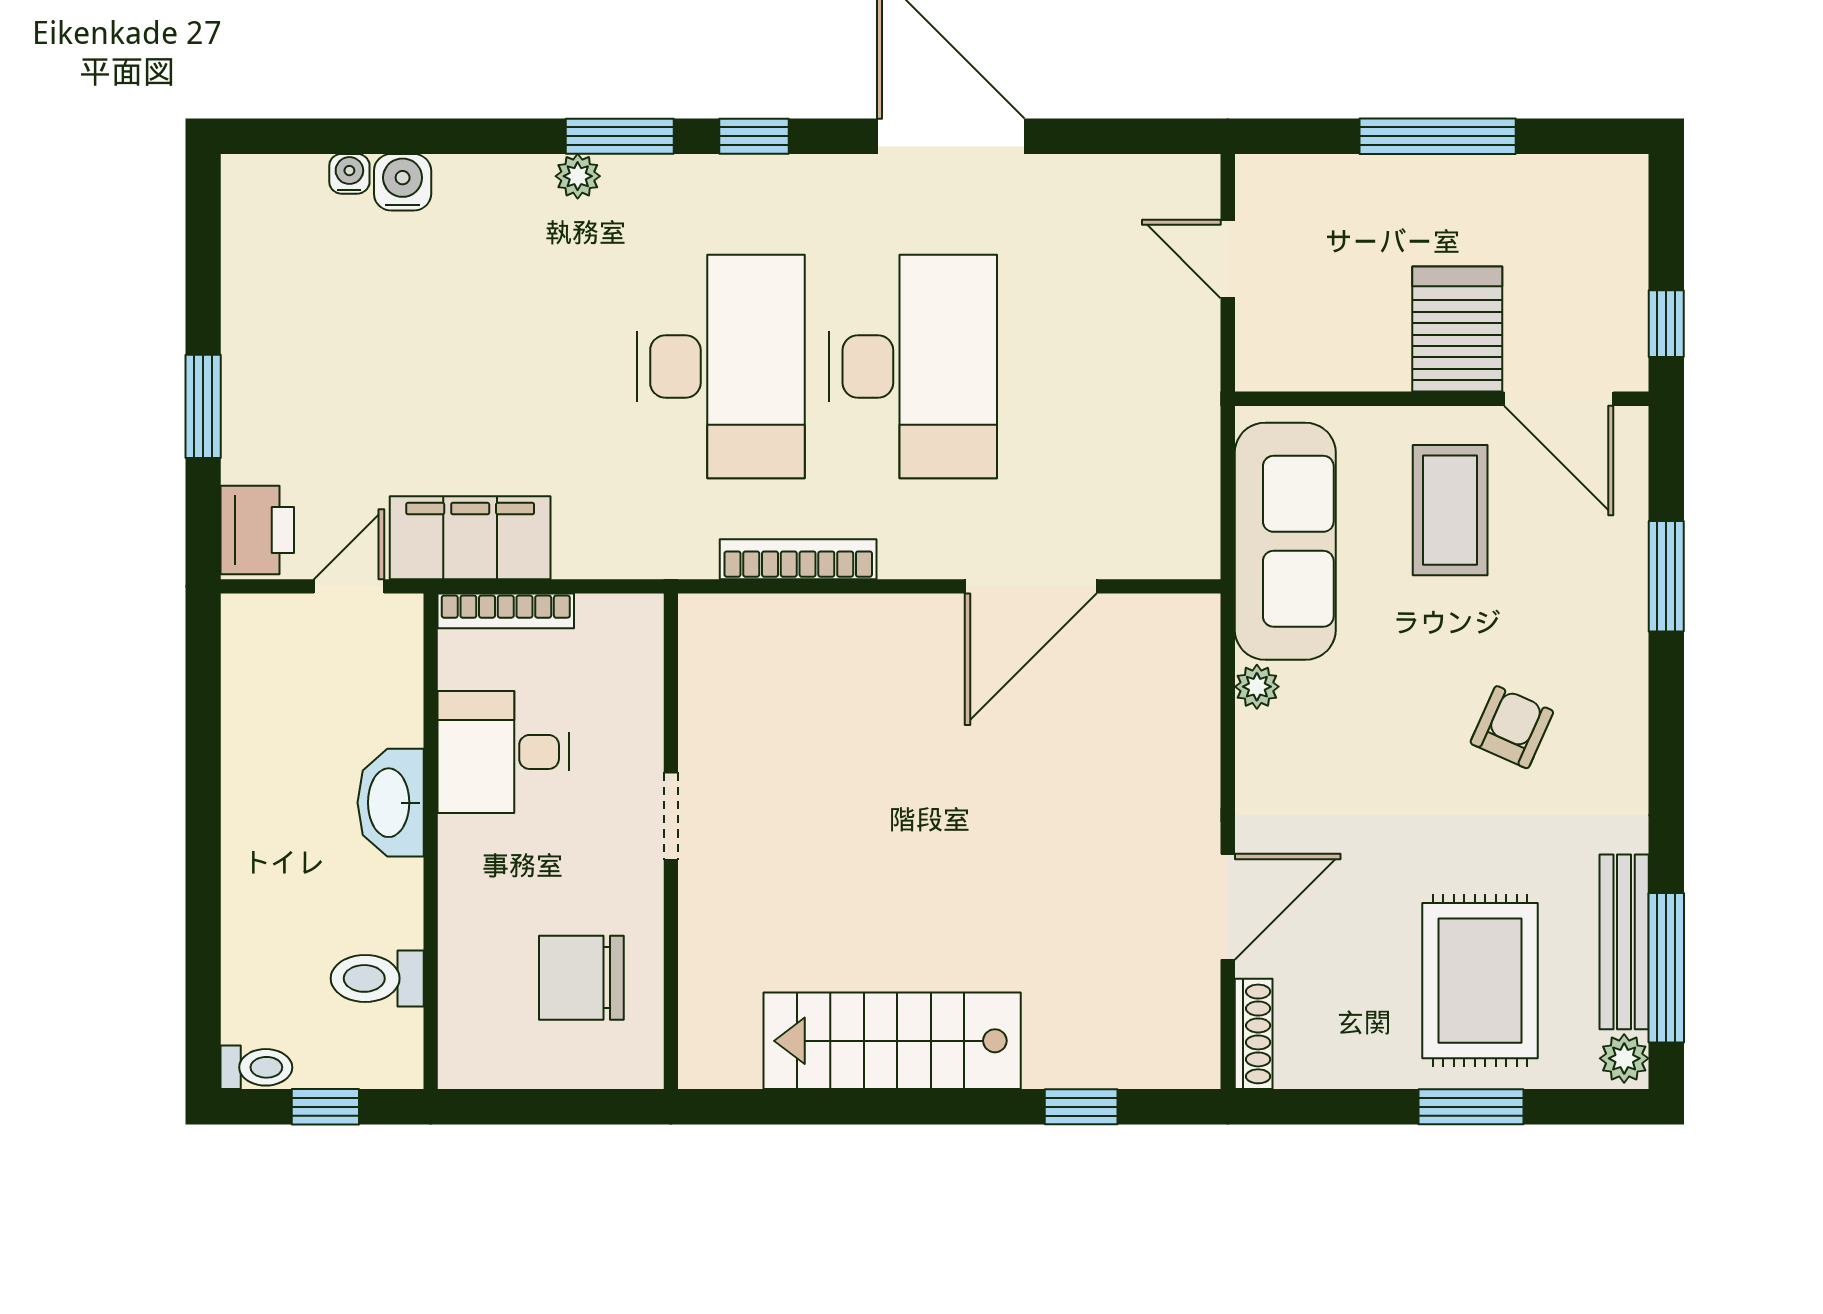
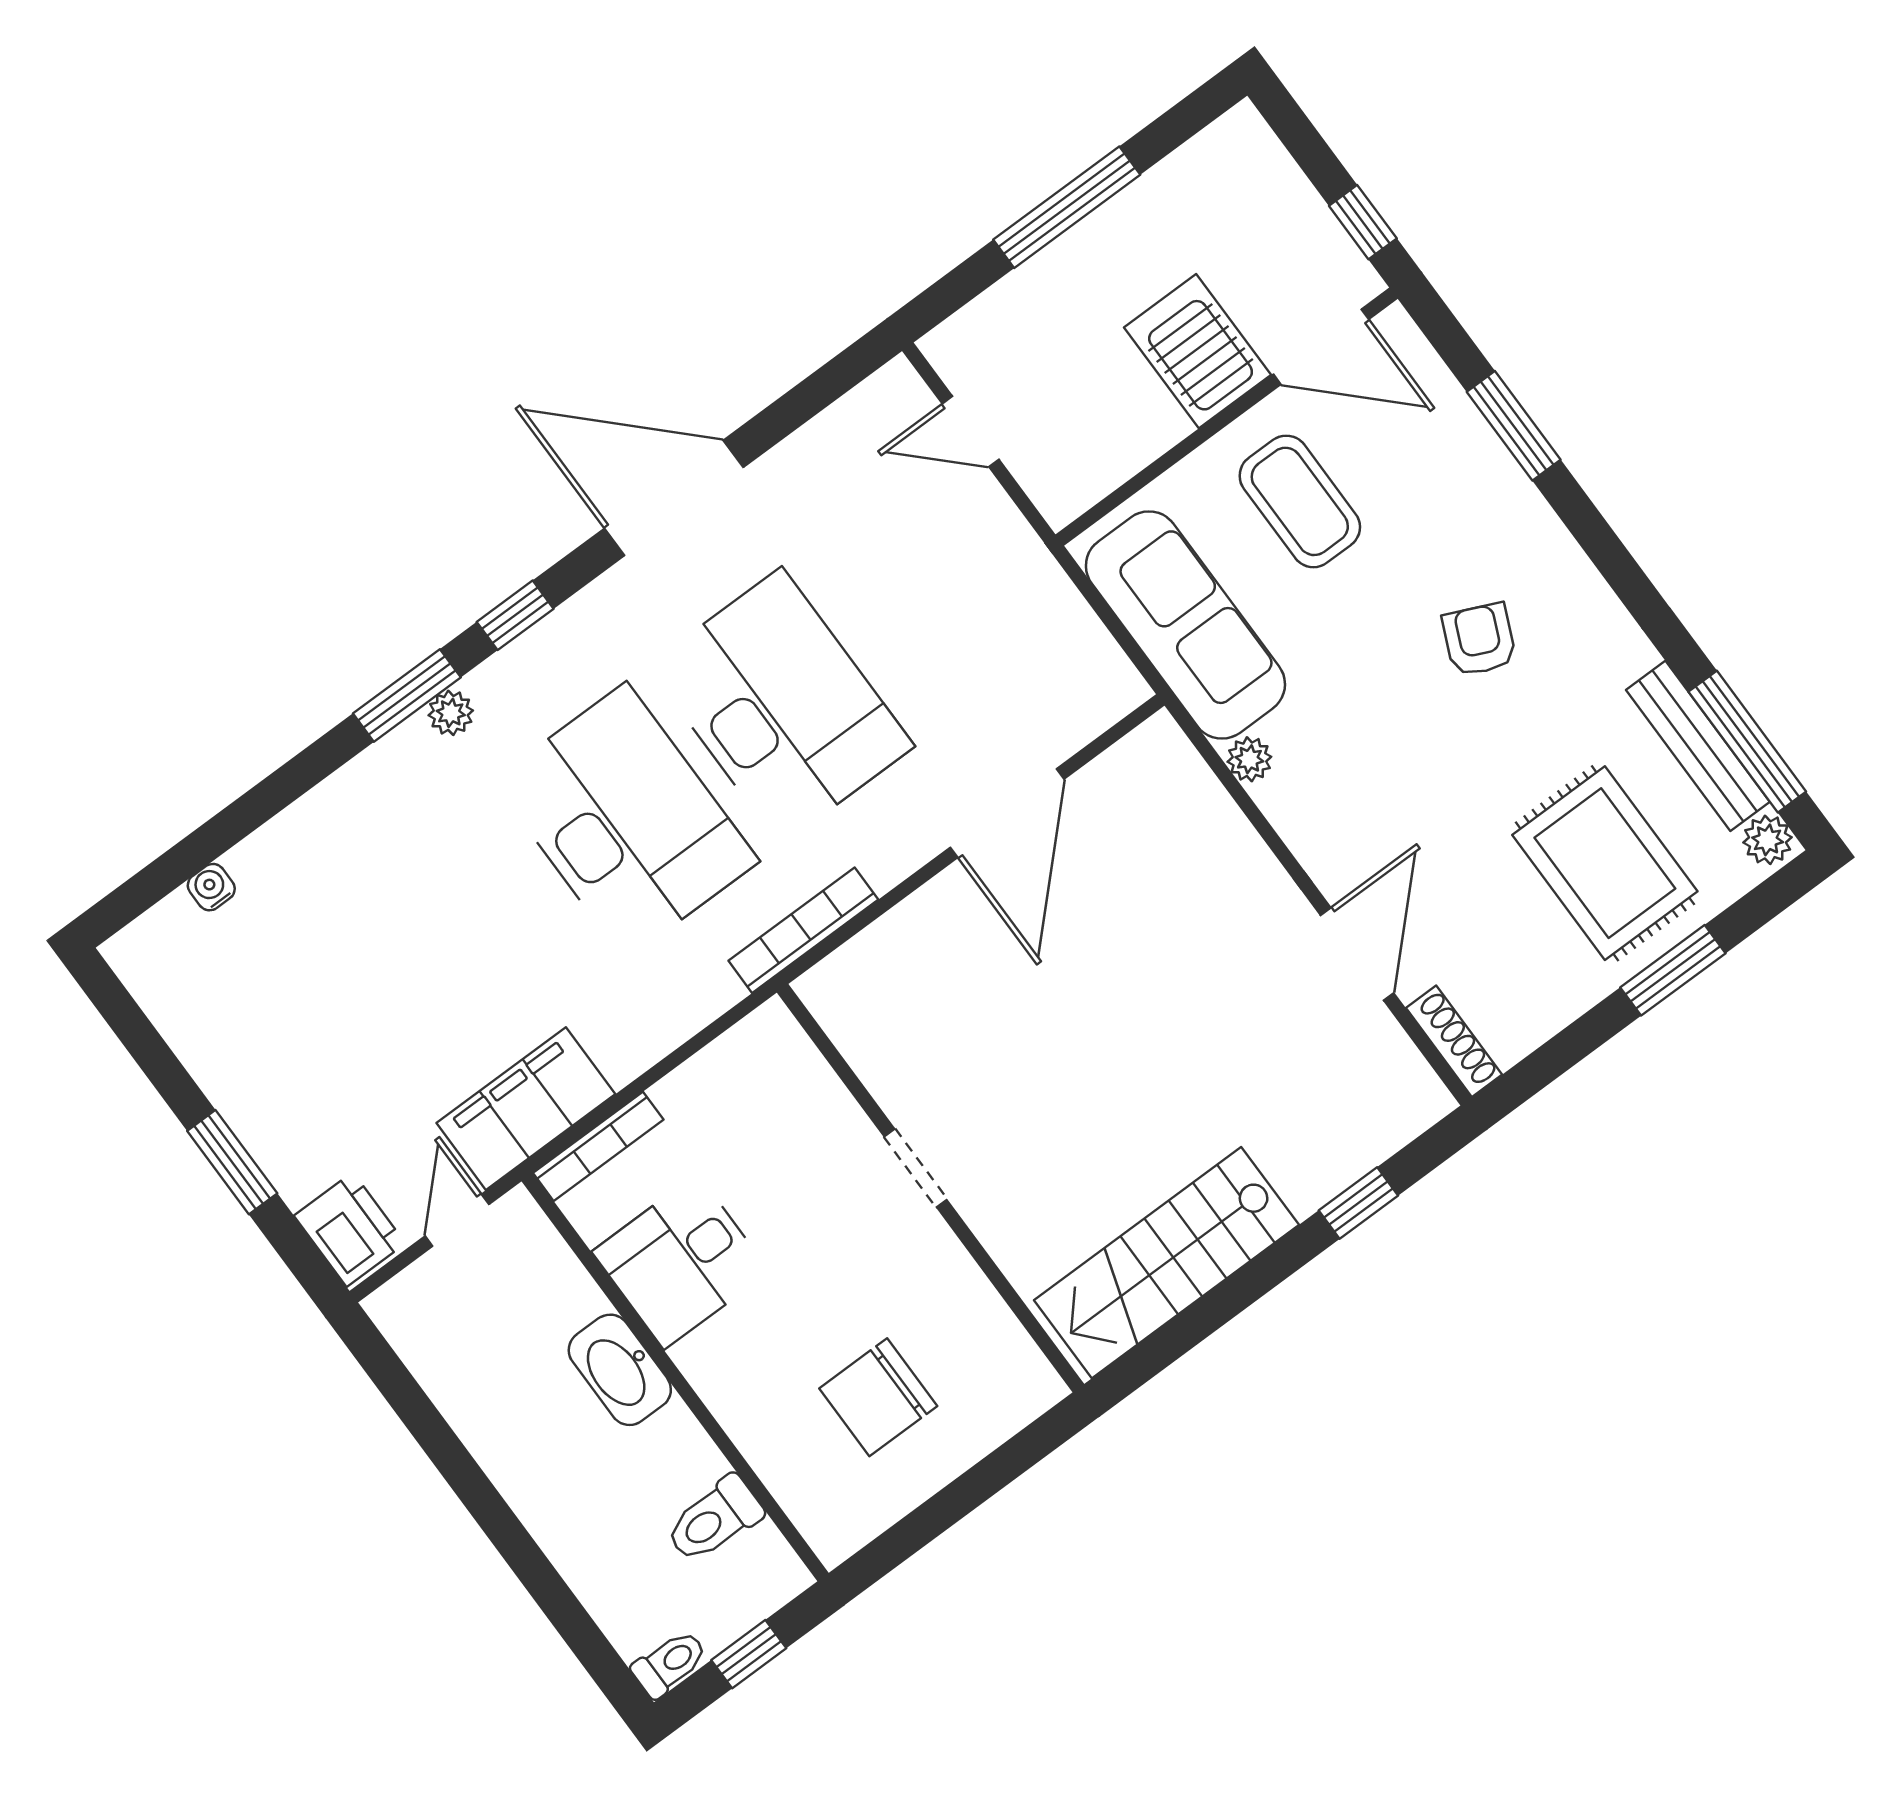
plant: (578, 176) -> (451, 713), moved
water cooler: (403, 182) -> (259, 862), removed
doorway: (671, 816) -> (916, 1168), moved
wall: (671, 841) -> (930, 1188), moved

